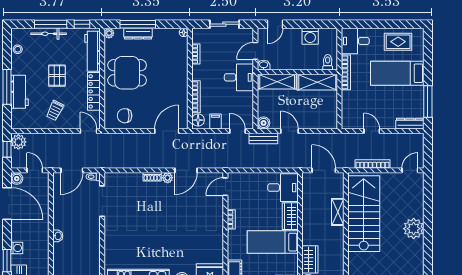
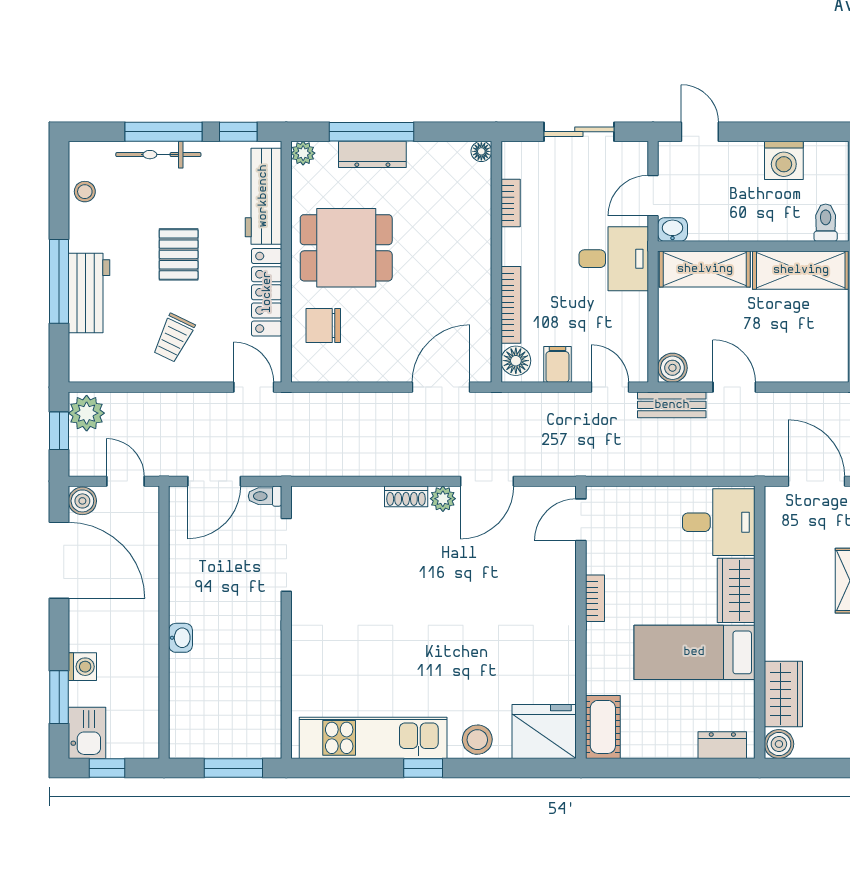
door: (275, 24) -> (700, 132), swing flipped
chair: (125, 116) -> (323, 326), moved

